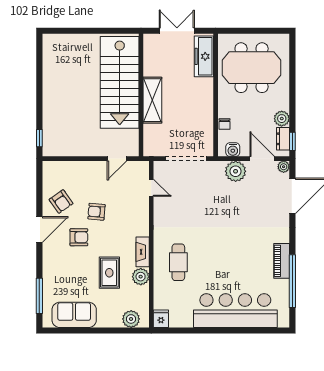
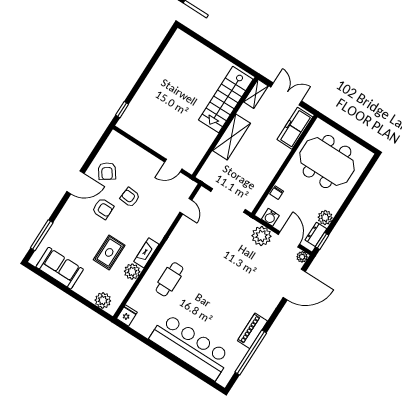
shelving: (150, 48) -> (256, 94), added
stairs: (120, 82) -> (226, 100), width x0.73, depth x0.66

